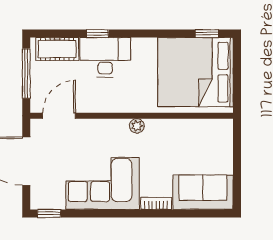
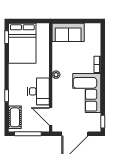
desk: (105, 57) -> (38, 91), moved, turned 180
bed: (196, 72) -> (22, 43), width x0.73
sofa: (203, 192) -> (68, 32), moved, turned -90

